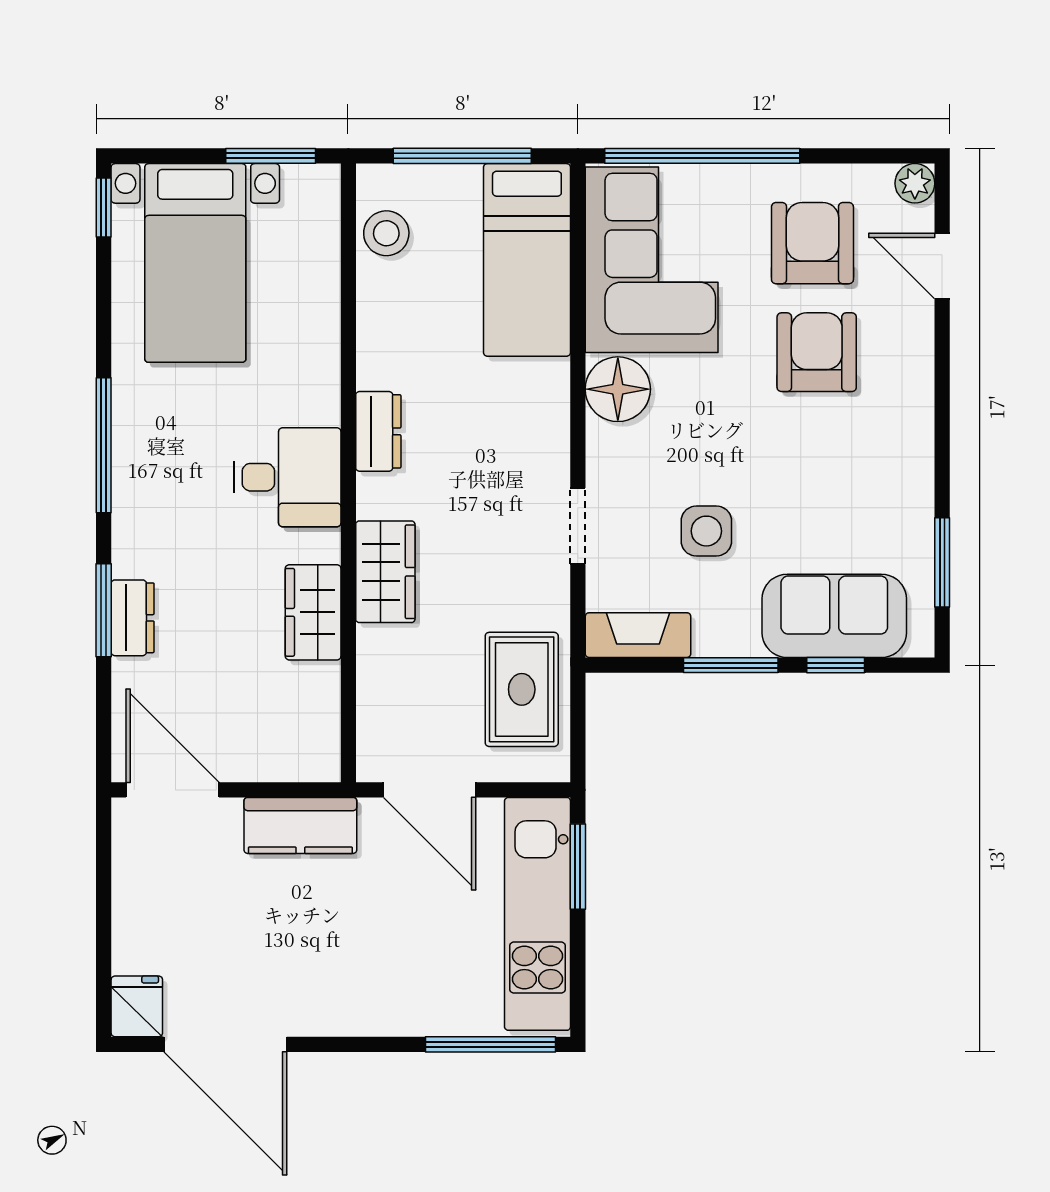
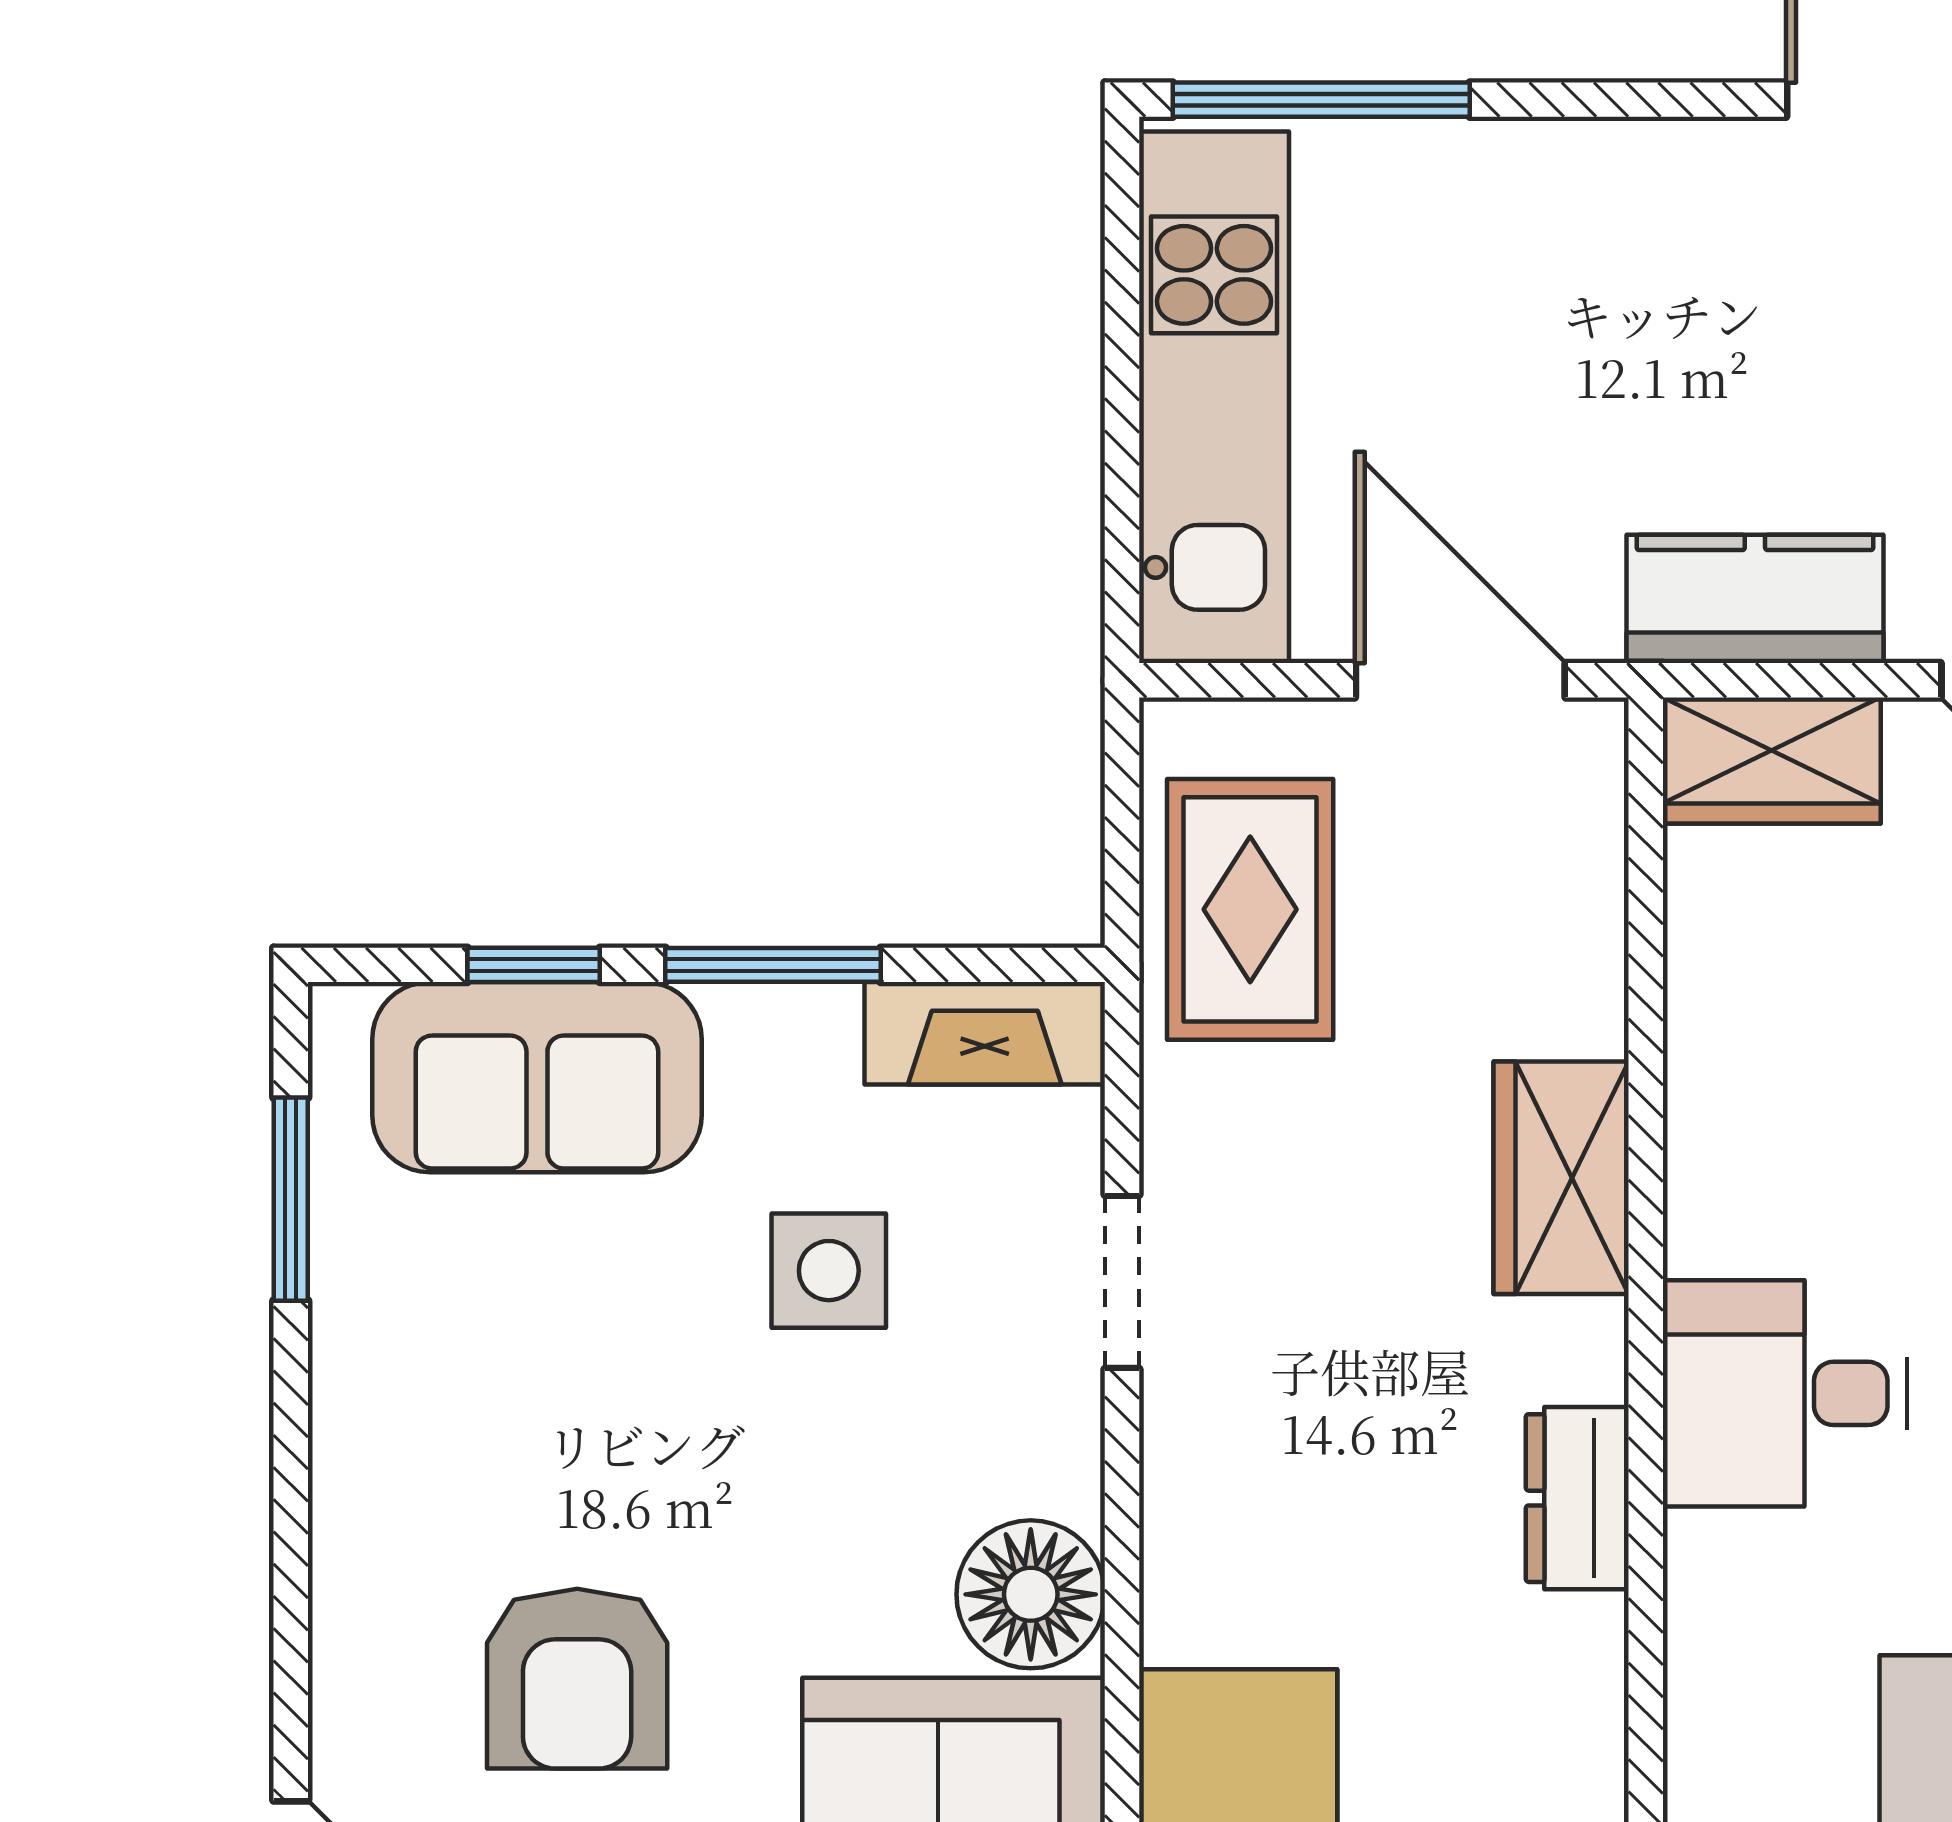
wardrobe: (313, 612) -> (1772, 761), moved, turned 90
window: (578, 867) -> (1122, 505), removed

